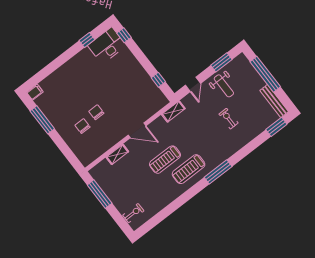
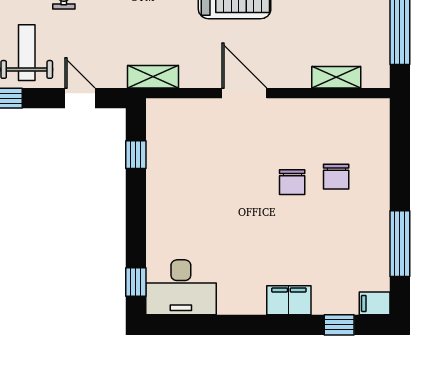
window: (87, 40) -> (339, 325), moved
filing cabinet: (66, 70) -> (289, 300), added
door: (193, 84) -> (80, 98), hinge flipped
shelving: (117, 154) -> (336, 77), moved

